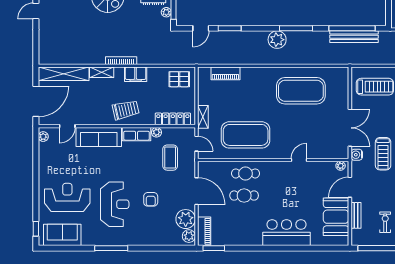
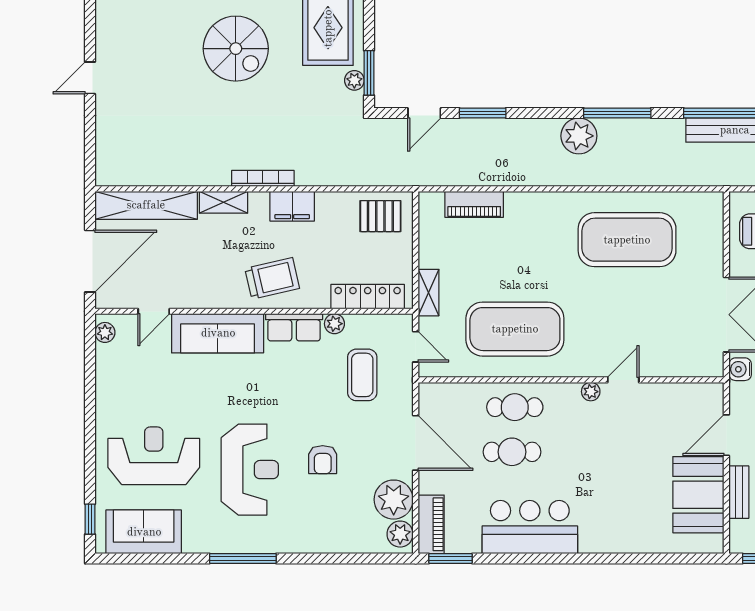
plant: (341, 166) -> (591, 392), moved
bar counter: (287, 233) -> (530, 527), moved

